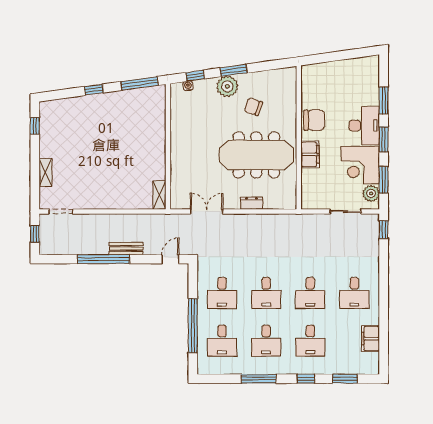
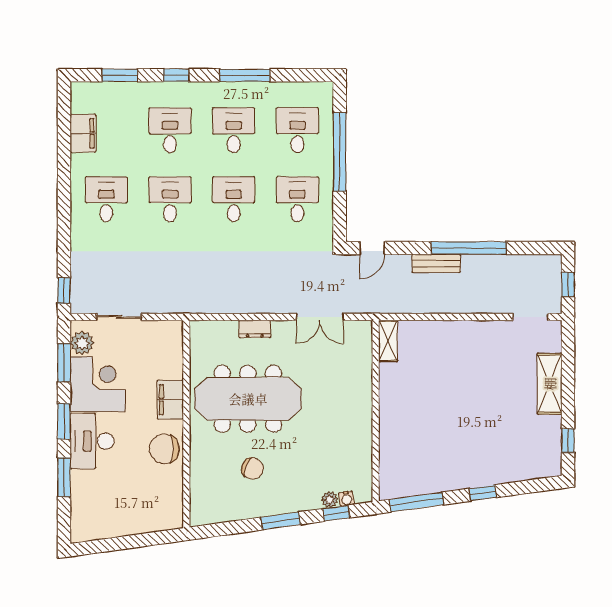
plant: (227, 86) -> (330, 500), moved, width x0.53, depth x0.53
shelving: (45, 172) -> (550, 384), width x1.50, depth x1.33

